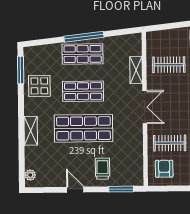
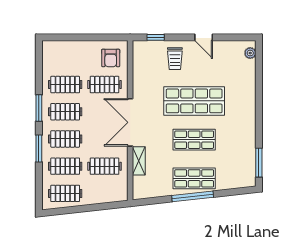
display table: (39, 86) -> (240, 146), removed
double door: (145, 107) -> (130, 122), width x1.37
shelving: (31, 131) -> (249, 99), removed
window: (121, 189) -> (156, 37), width x0.67

